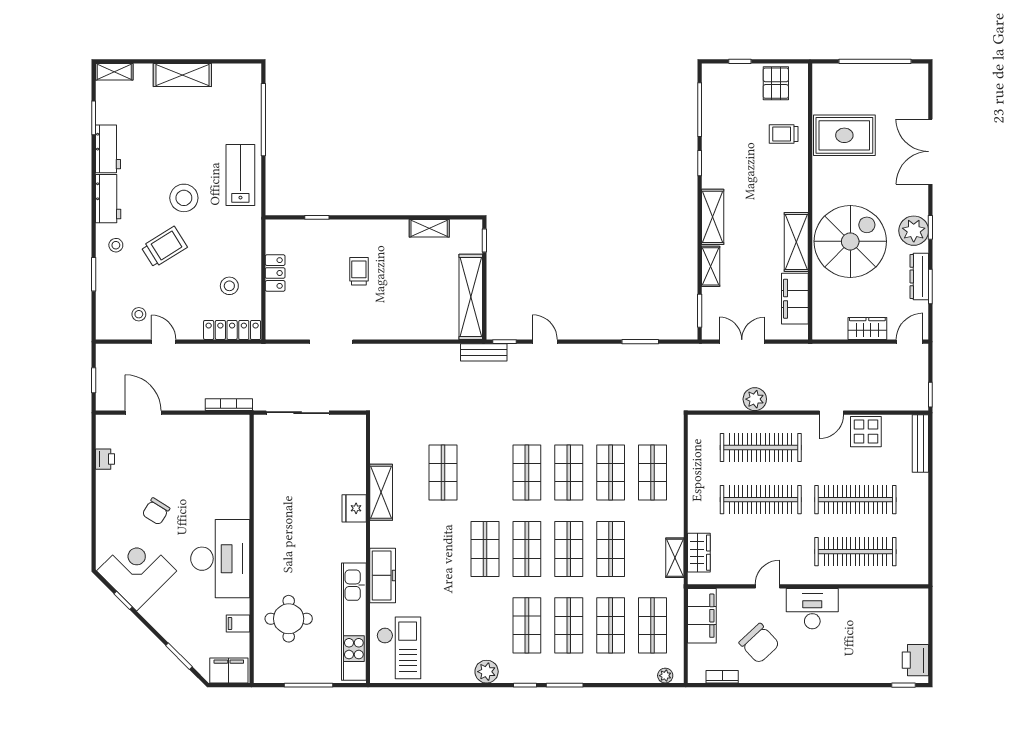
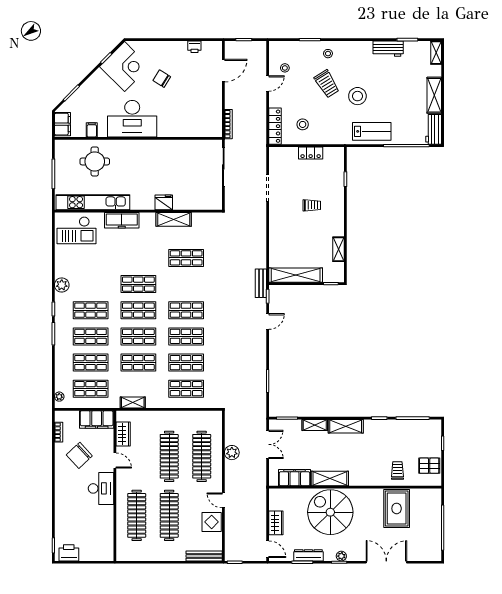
workbench: (108, 199) -> (434, 129), moved, turned 90
plant: (914, 231) -> (341, 556), width x0.53, depth x0.53
spiral stairs: (850, 241) -> (330, 512), turned 180
wardrobe: (699, 553) -> (123, 434), moved, turned -90

